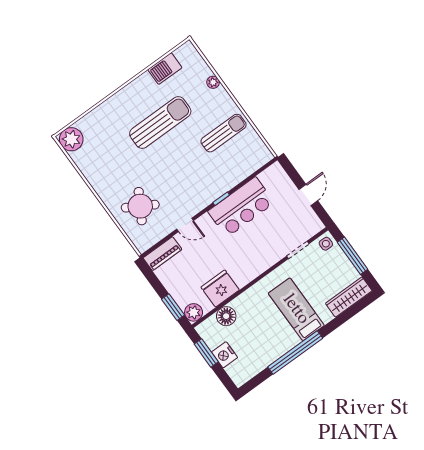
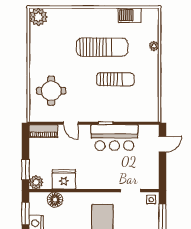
sun lounger: (223, 133) -> (115, 79), moved
door: (308, 195) -> (162, 144), moved
round table: (140, 206) -> (51, 91), turned -30

